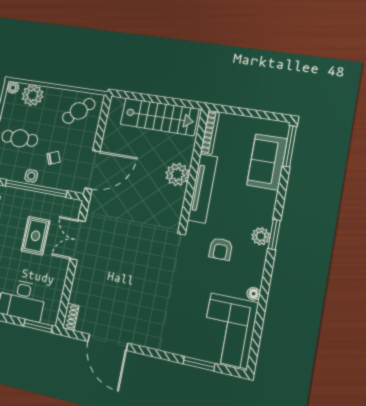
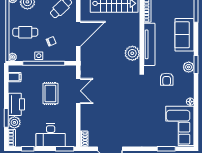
sofa: (267, 162) -> (184, 35), moved
door: (92, 170) -> (78, 34), moved
plant: (177, 174) -> (132, 53), moved
double door: (78, 240) -> (78, 91), swing flipped

